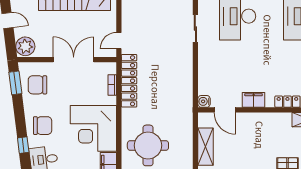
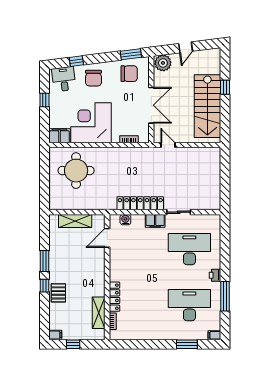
locker: (129, 81) -> (140, 203), moved, turned 180
chair: (37, 85) -> (129, 74), turned 90
filing cabinet: (254, 100) -> (155, 221), moved, turned 90
water cooler: (204, 101) -> (125, 220), moved

